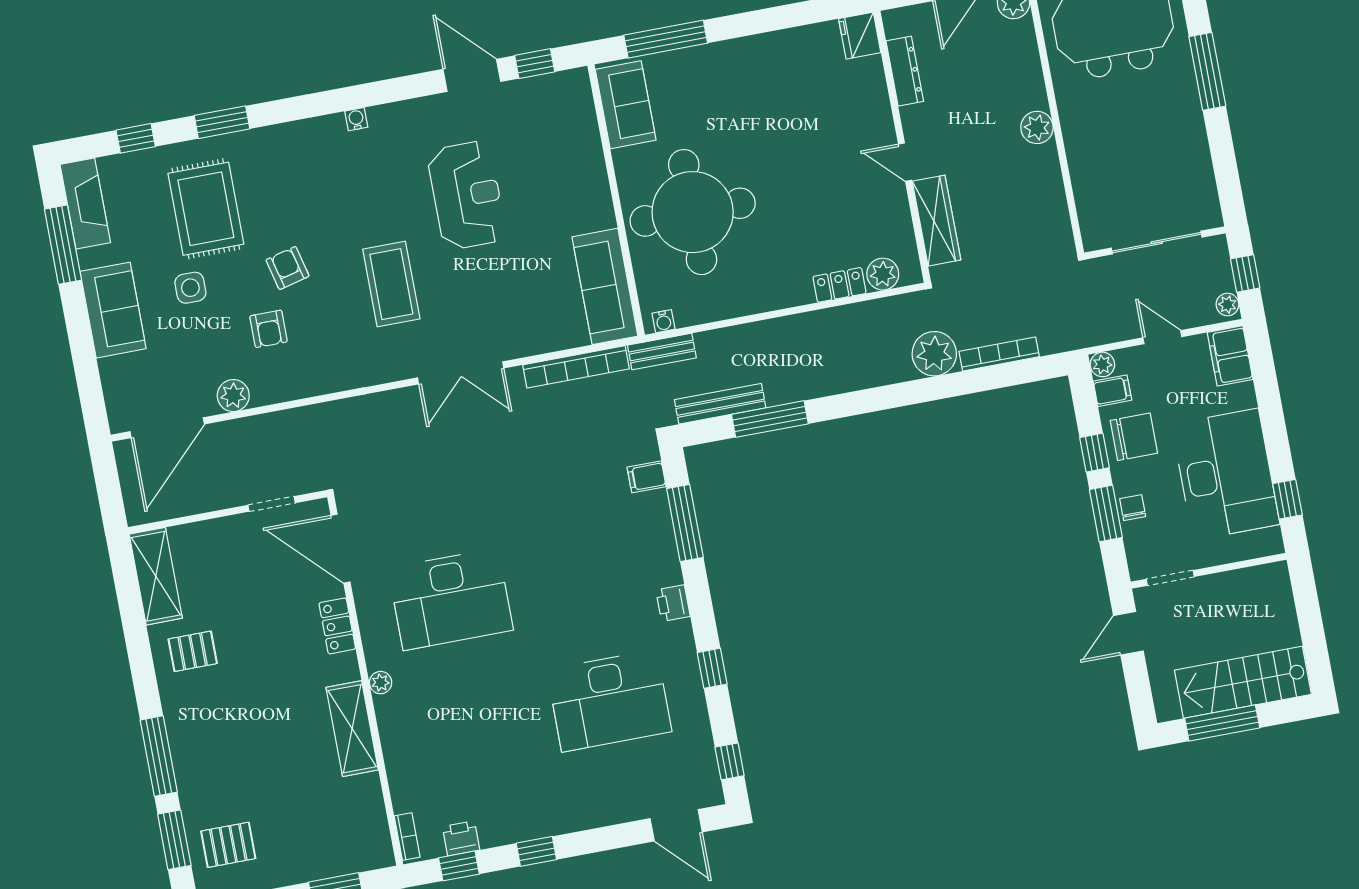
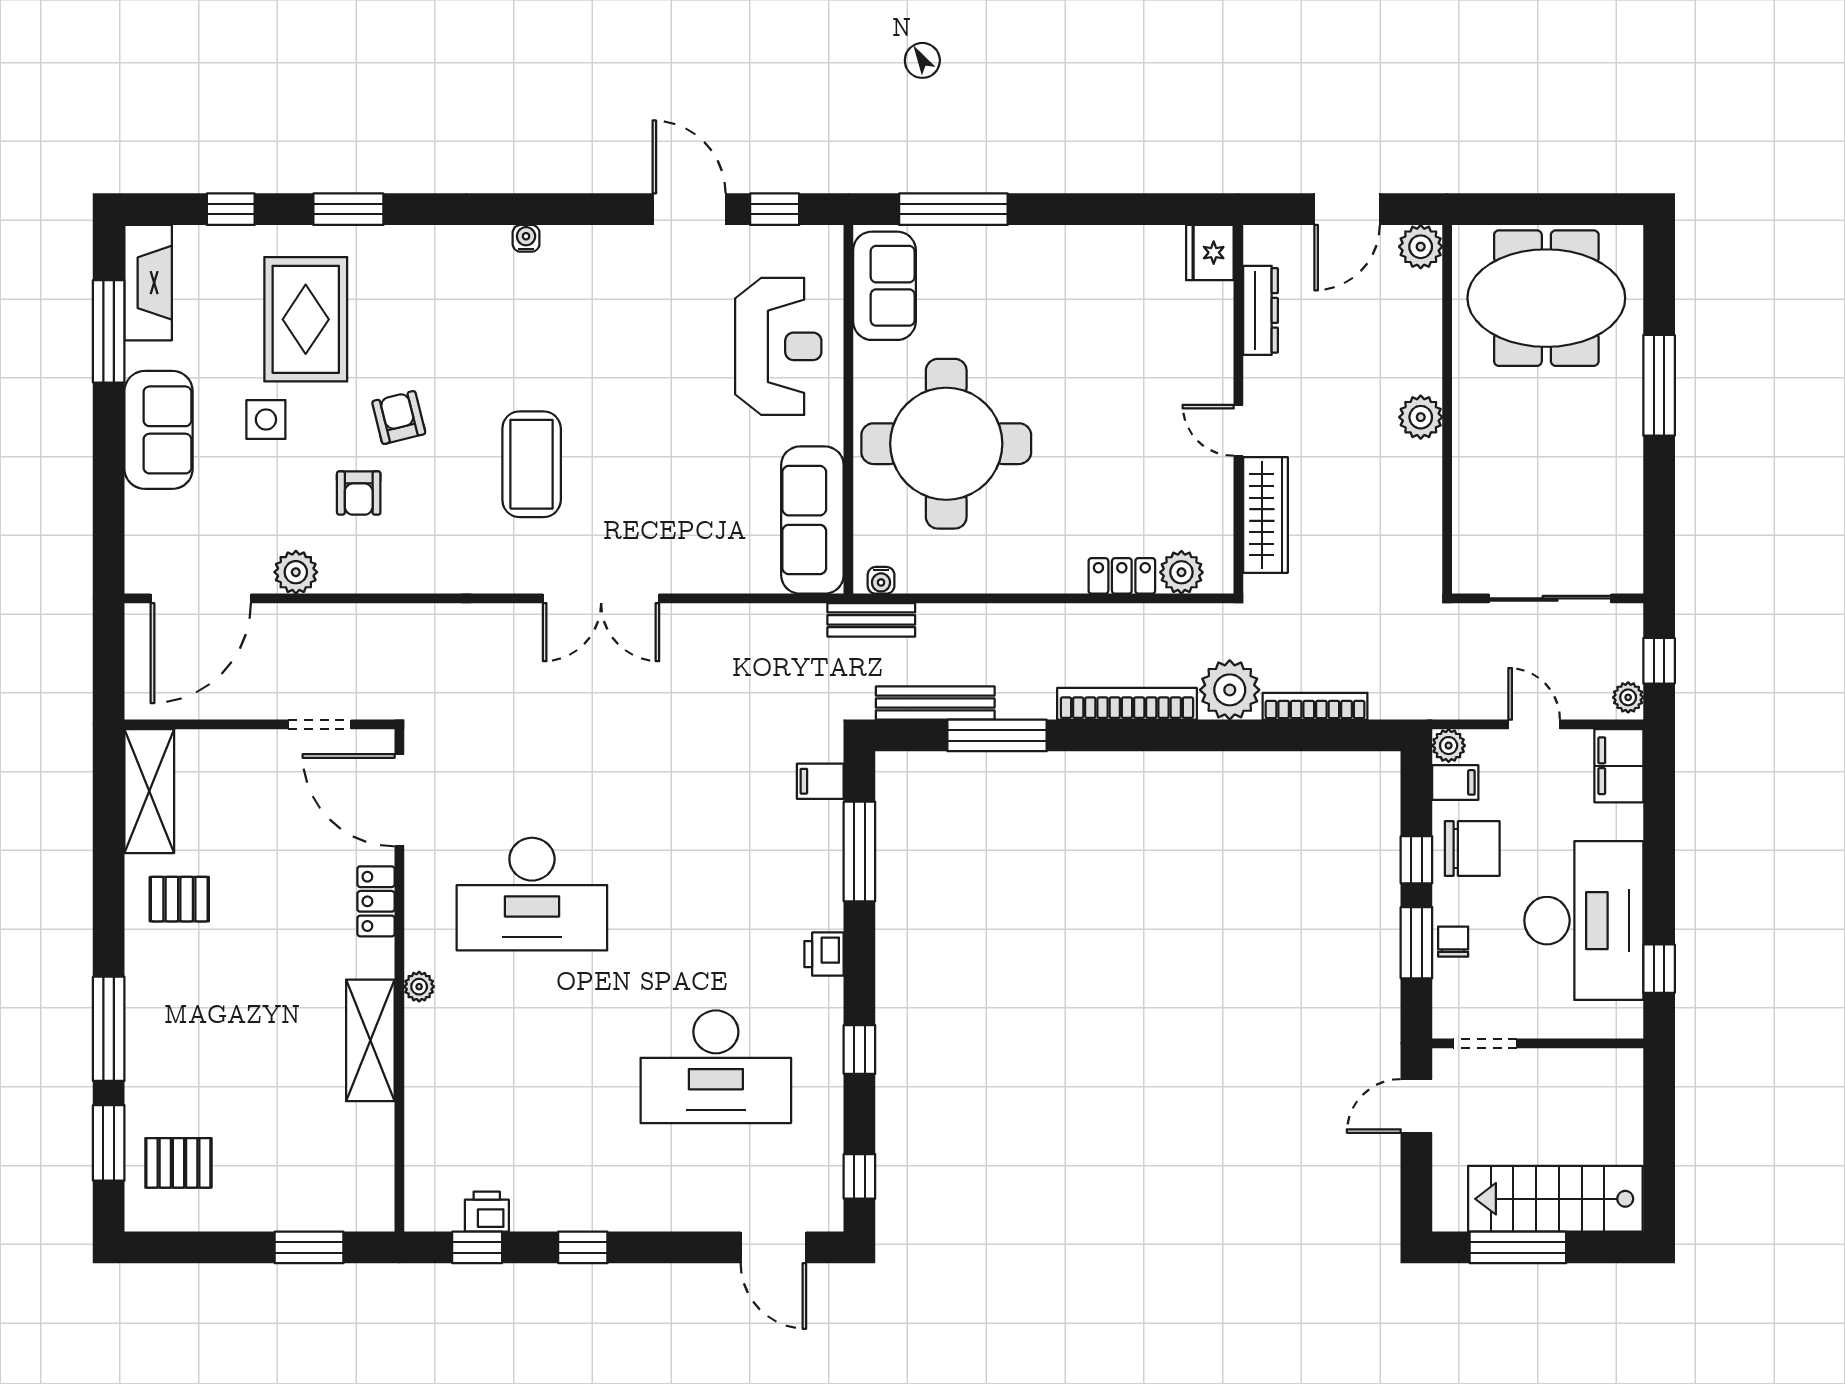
reception desk: (467, 195) -> (778, 346), moved
bookcase: (576, 367) -> (1127, 704), moved, turned 180
bookcase: (407, 836) -> (416, 1196), removed

